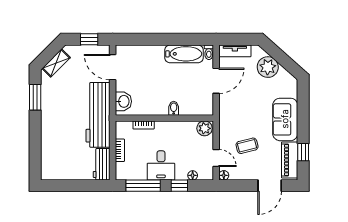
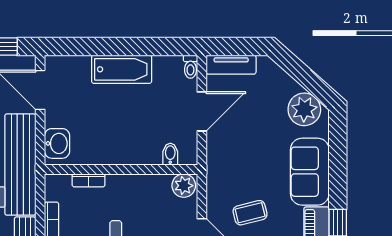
bathtub: (184, 54) -> (122, 69), moved
plant: (268, 67) -> (304, 109), moved
bidet: (174, 108) -> (170, 154), moved

